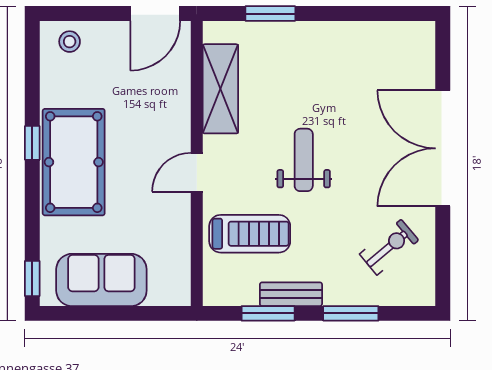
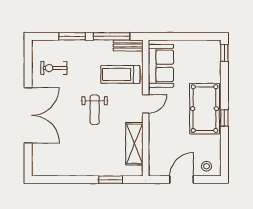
door: (155, 14) -> (182, 180), moved
exercise bike: (389, 247) -> (54, 68), turned 40
sofa: (101, 280) -> (161, 66), moved, turned -90
bench: (291, 294) -> (128, 45), moved
window: (268, 313) -> (112, 36), width x1.44

